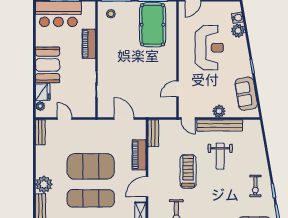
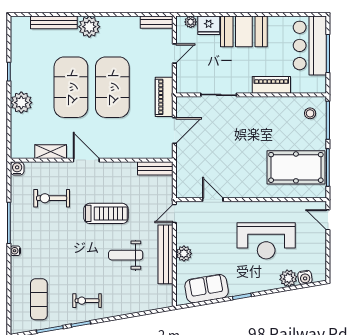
piano: (139, 155) -> (164, 97), moved, turned -90
exercise mat: (91, 198) -> (71, 87), width x1.47

